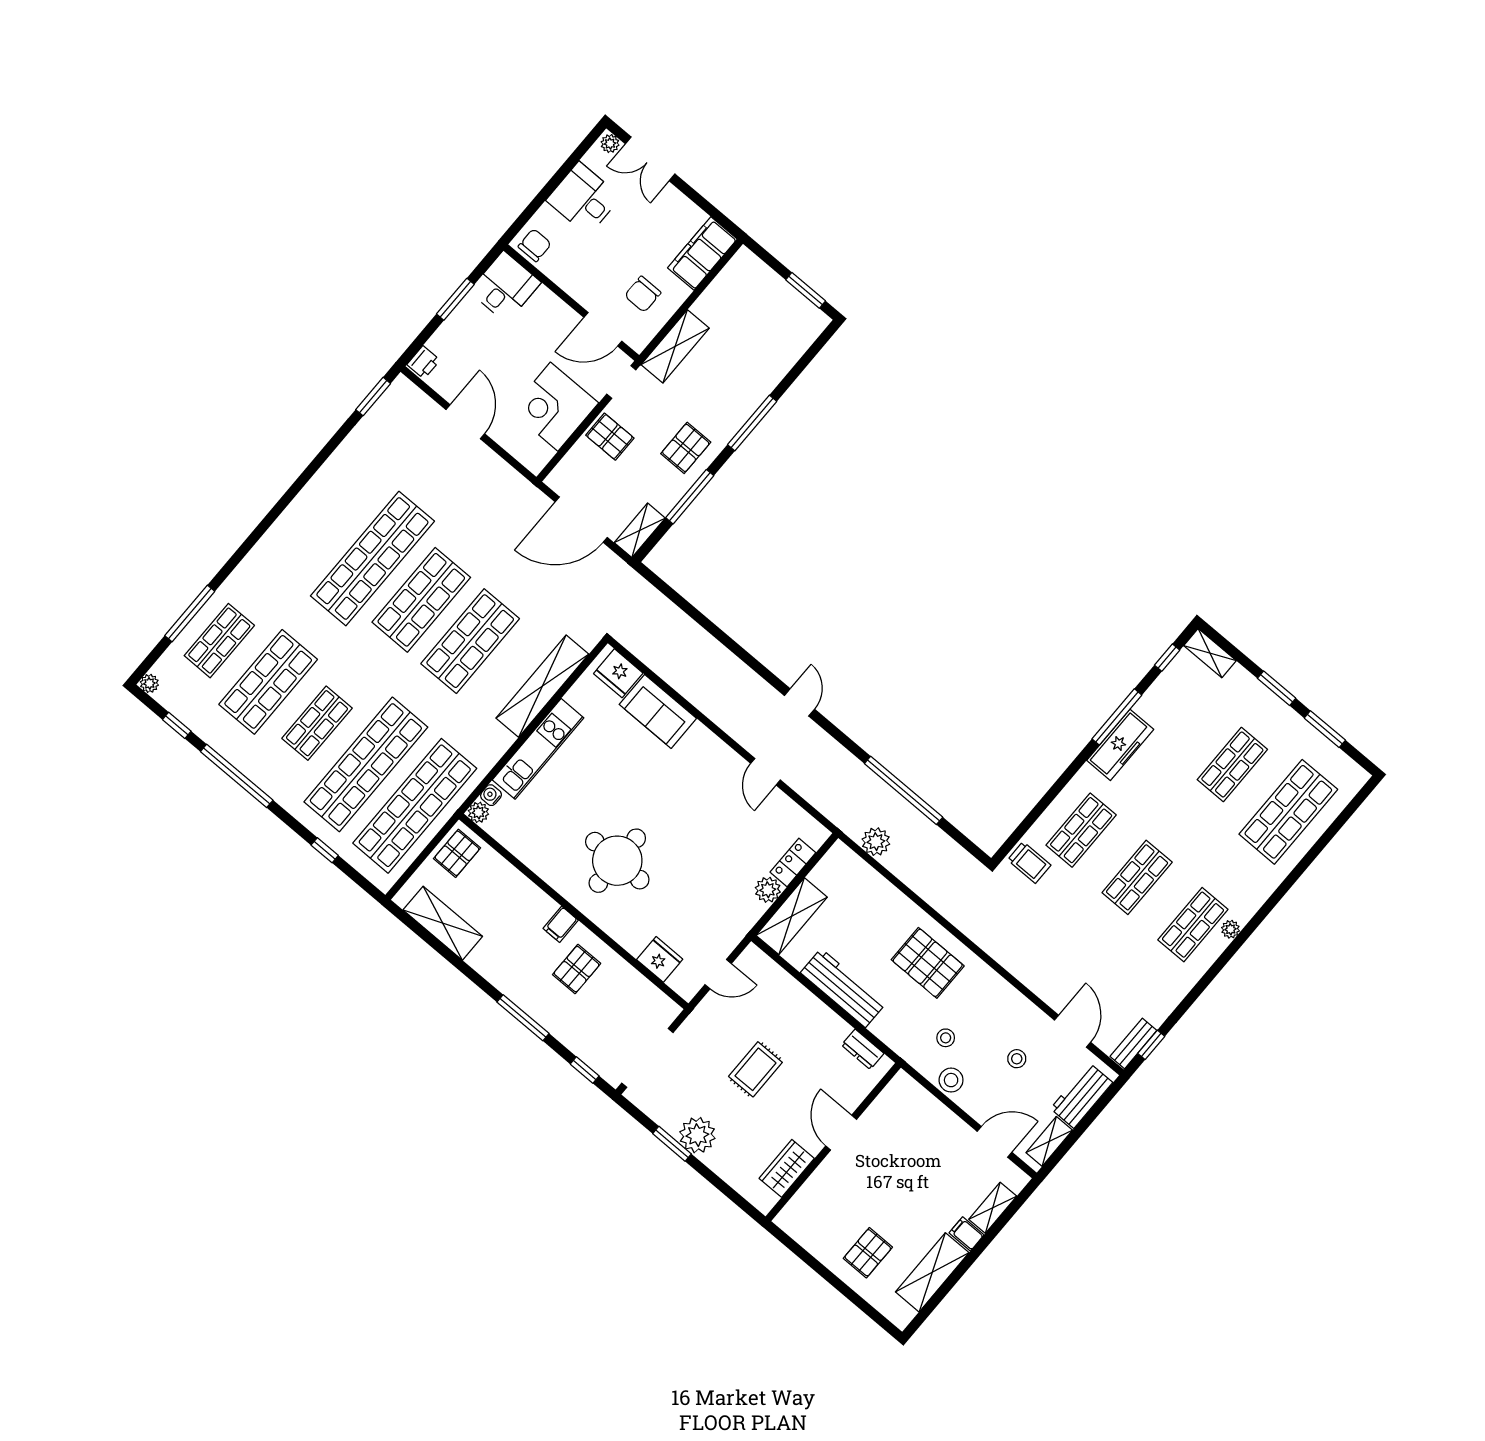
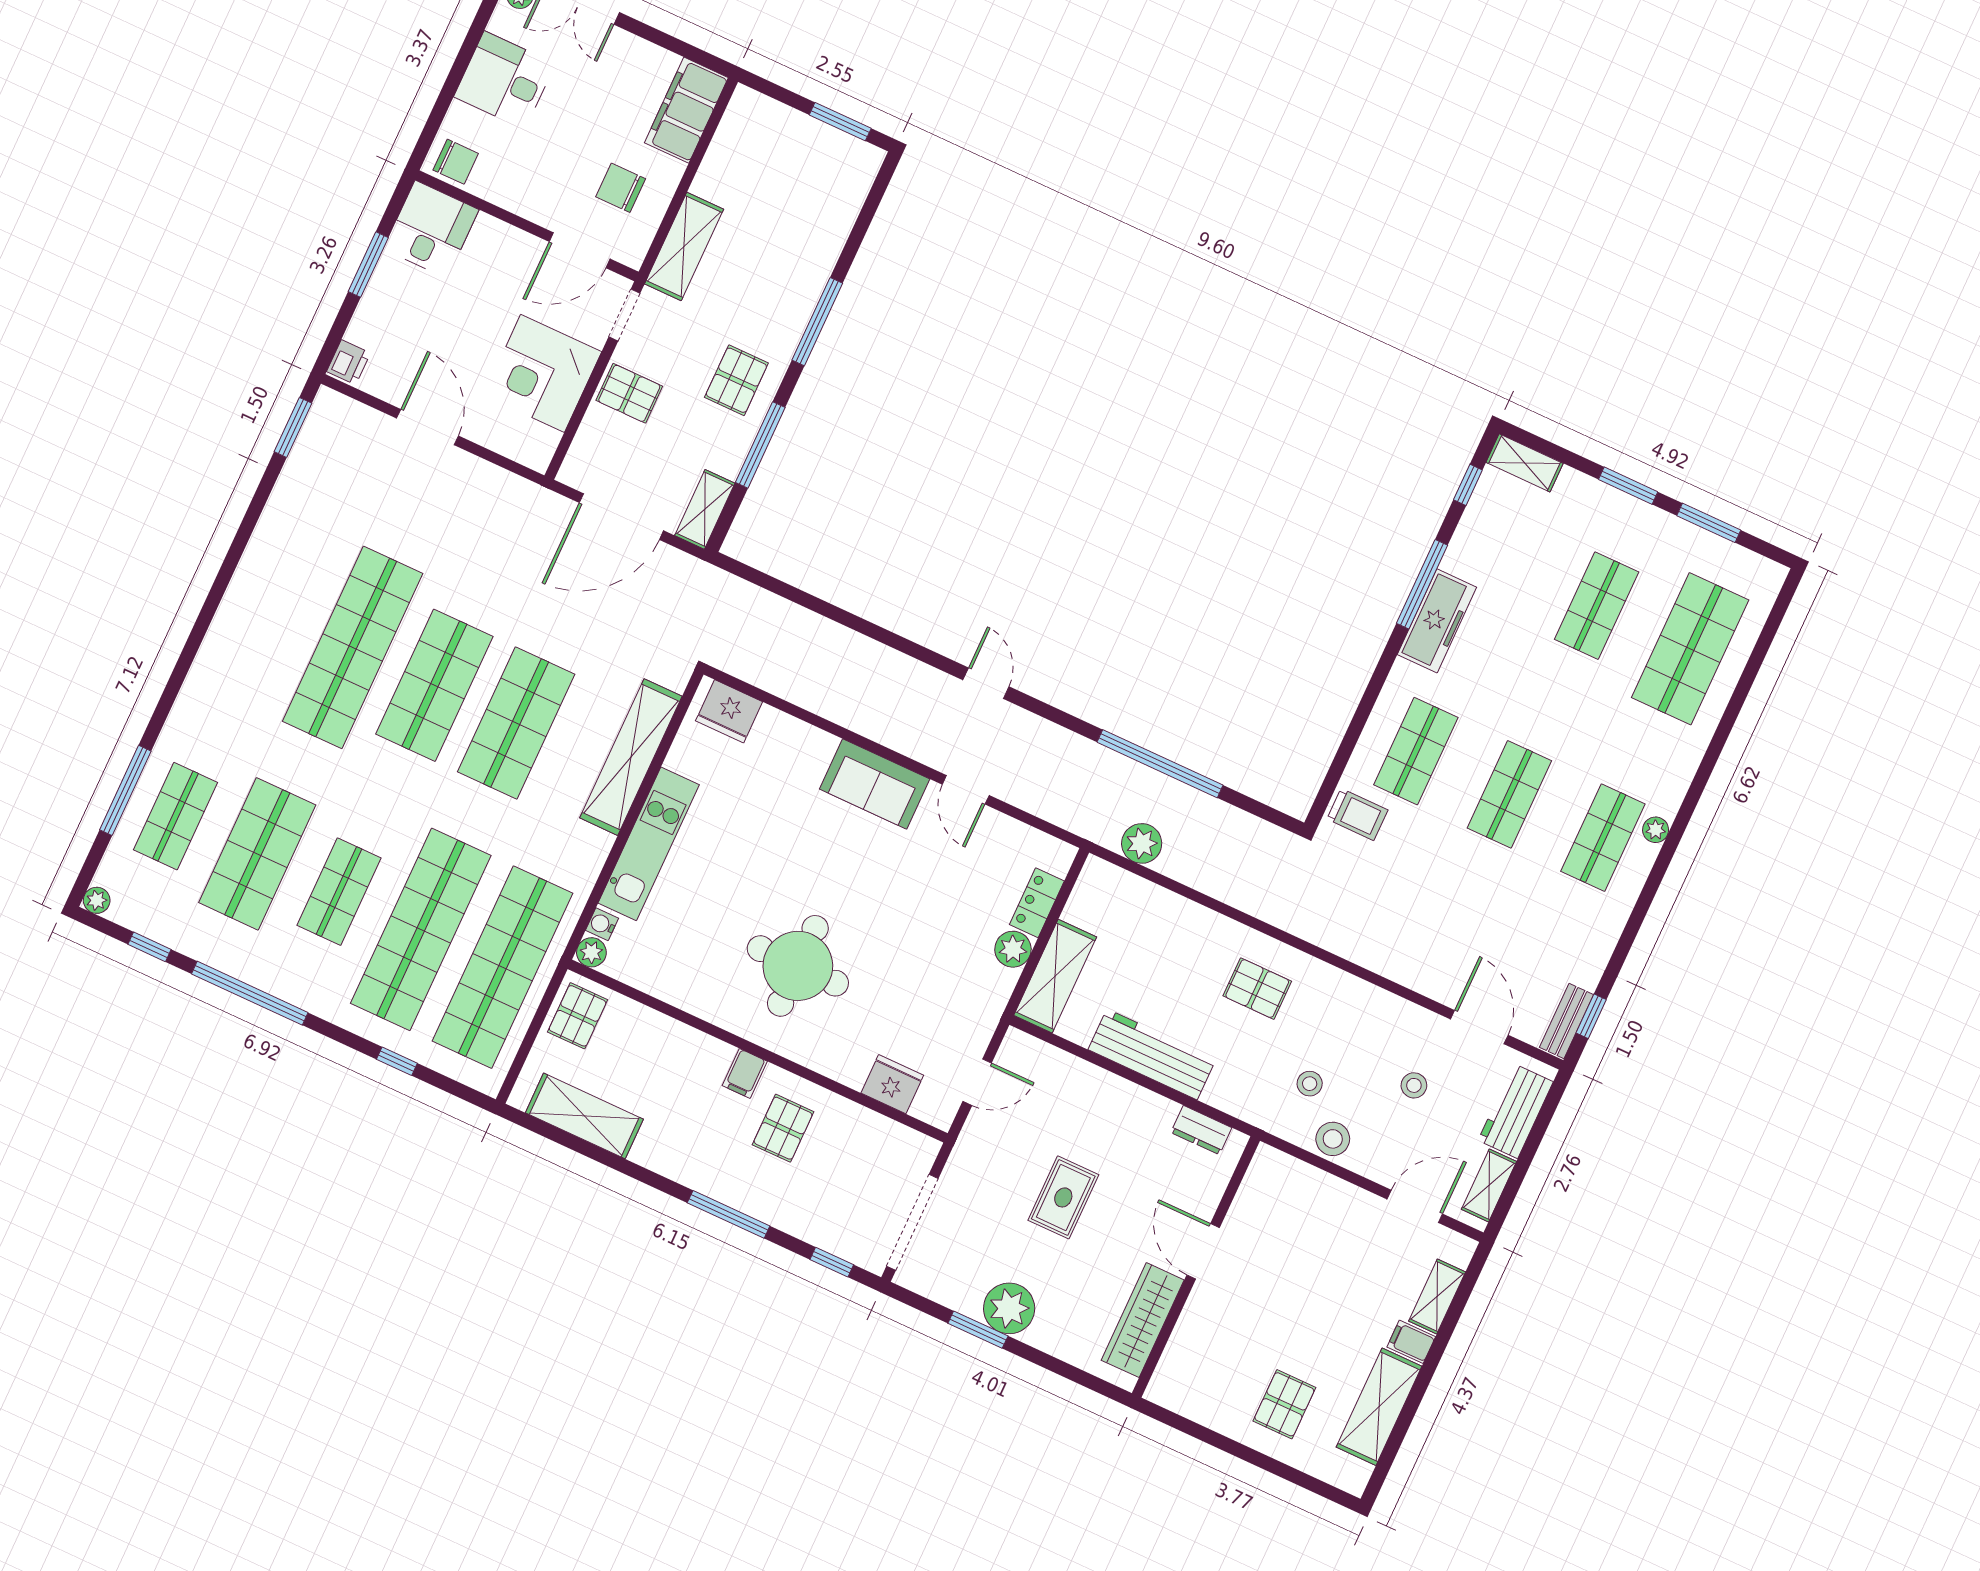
chair: (535, 245) -> (456, 162), turned 90
chair: (643, 294) -> (621, 188), turned 90
sofa: (658, 711) -> (875, 784), moved
pallet: (928, 963) -> (1257, 989), width x0.67, depth x0.71
wardrobe: (787, 1168) -> (1143, 1320), width x1.50

